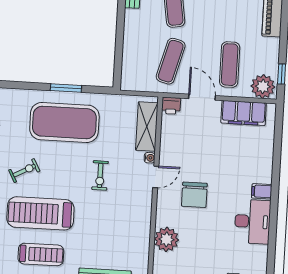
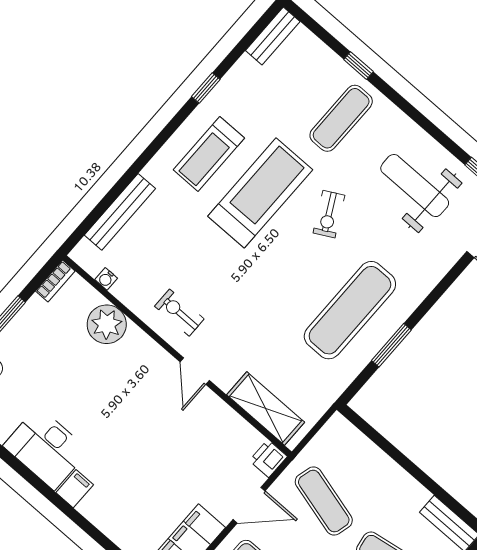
exercise mat: (64, 122) -> (350, 310), width x0.68
water cooler: (150, 158) -> (106, 279), moved
exercise bike: (100, 175) -> (179, 313), moved
chair: (194, 195) -> (135, 402), removed

